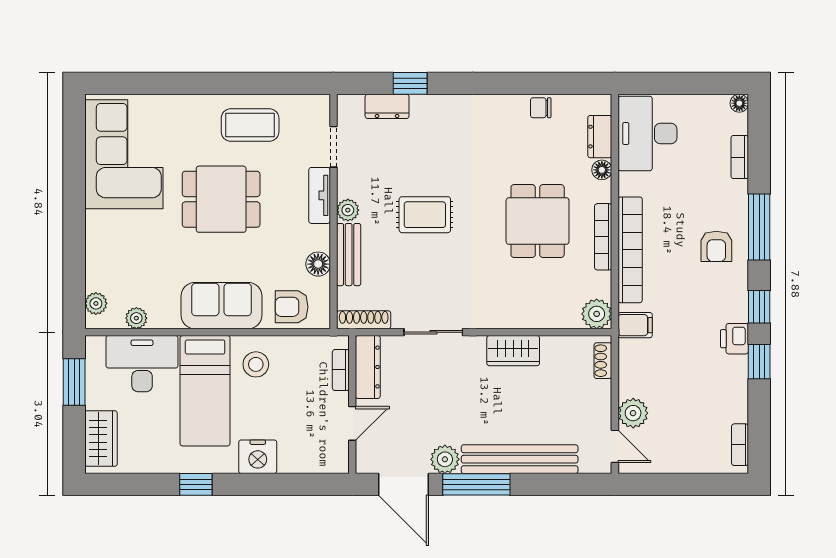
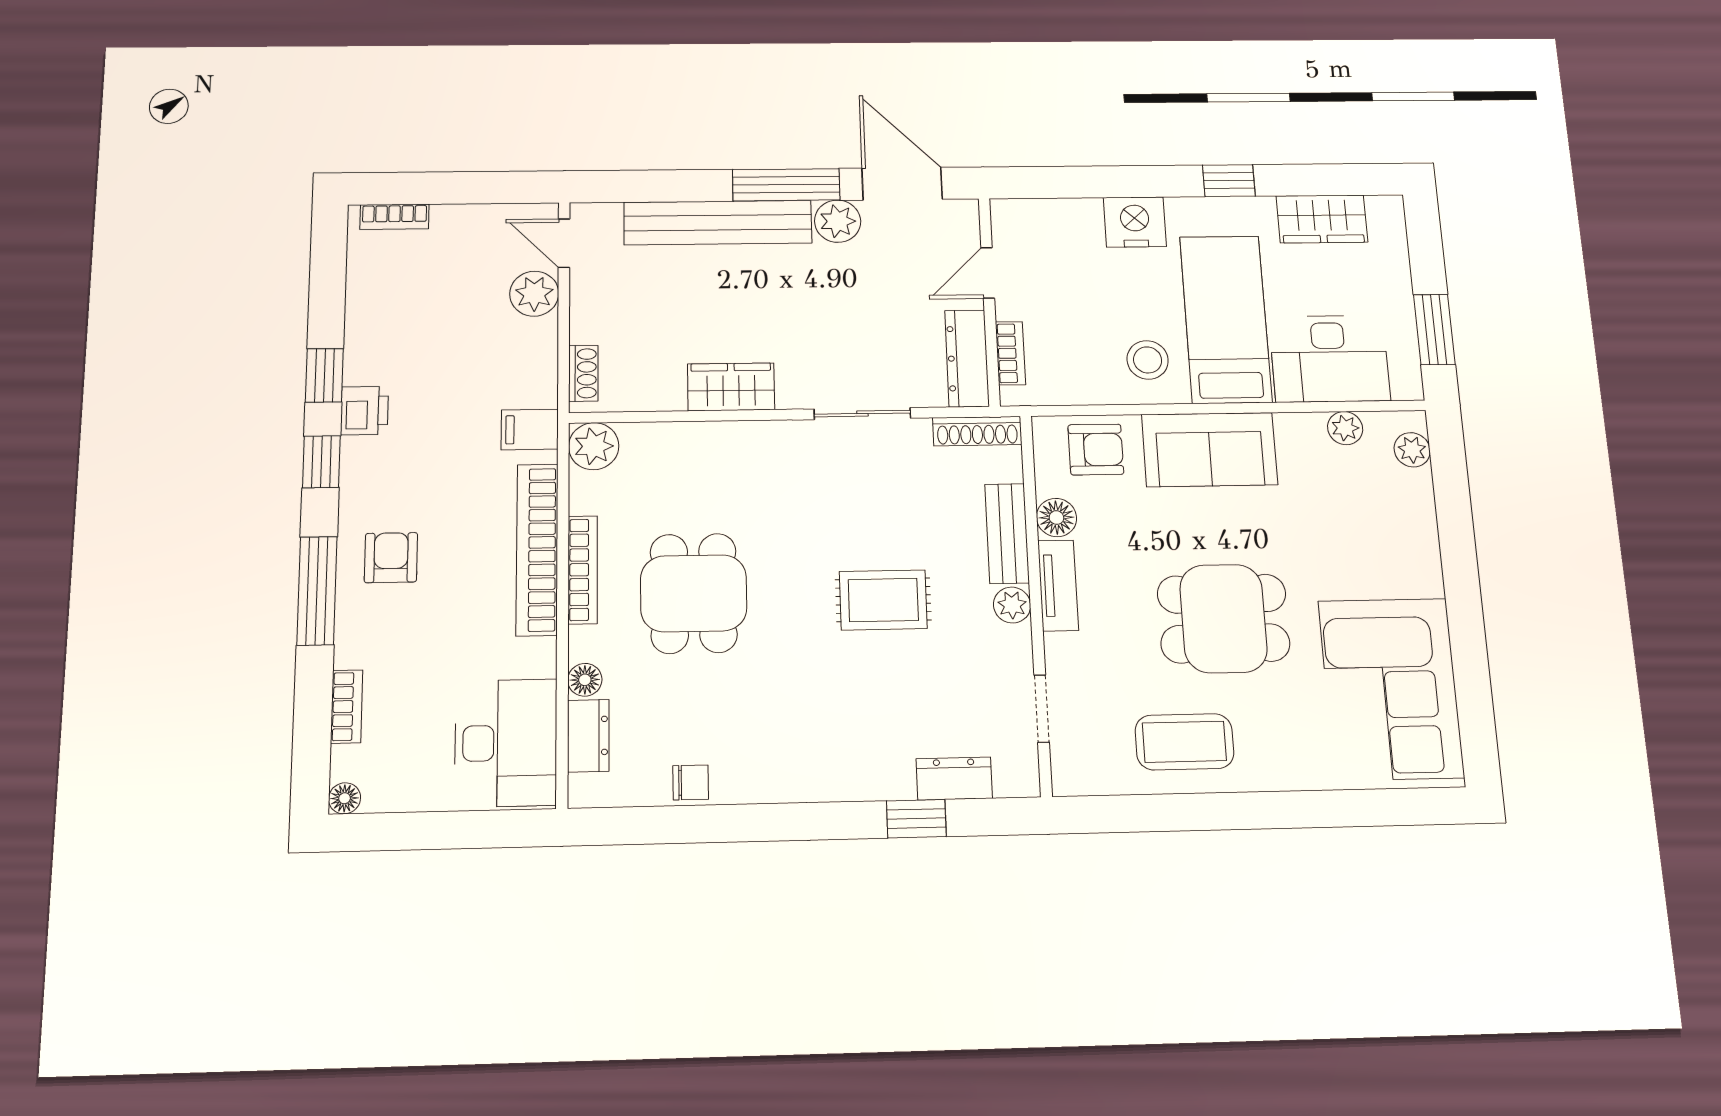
tv unit: (320, 195) -> (1058, 585), moved
wardrobe: (101, 439) -> (1322, 219), moved, turned -90
bookcase: (740, 445) -> (394, 217), moved, turned 90

